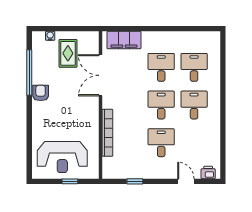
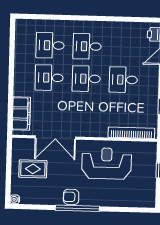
water cooler: (50, 36) -> (15, 199), moved
window: (29, 72) -> (77, 208), moved
bookcase: (107, 133) -> (131, 133), moved
reception desk: (62, 157) -> (107, 163), moved, turned -90

